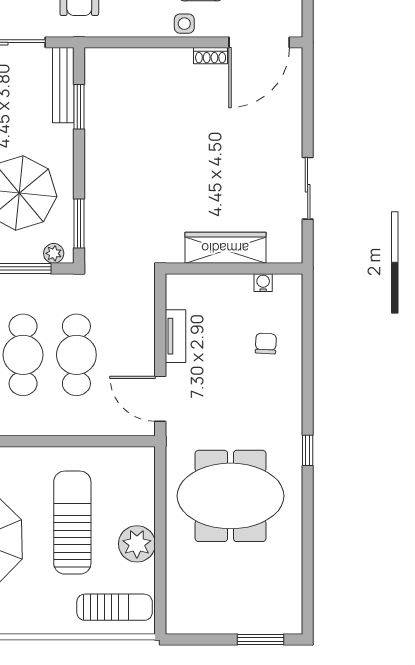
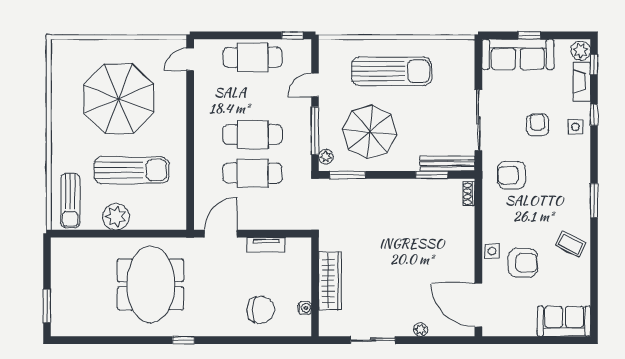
shoe rack: (211, 56) -> (469, 194), moved
plant: (293, 122) -> (421, 330), added
chair: (266, 343) -> (261, 310), width x1.87, depth x1.87

